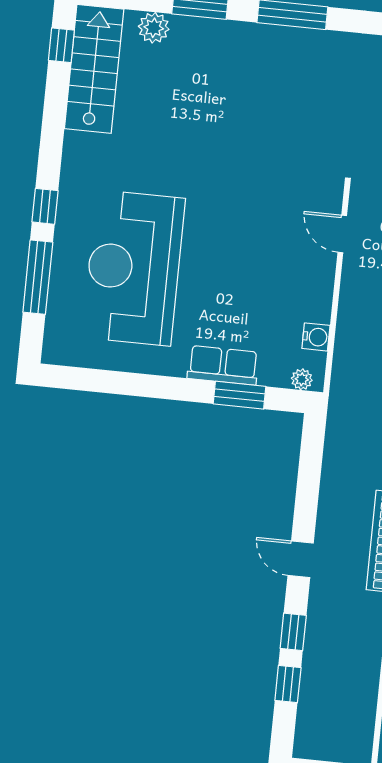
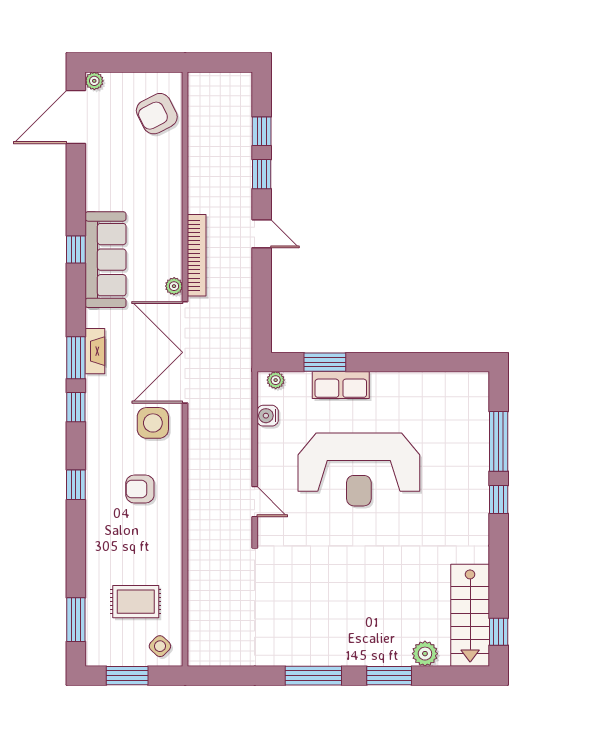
reception desk: (134, 268) -> (359, 469), moved, turned 90

